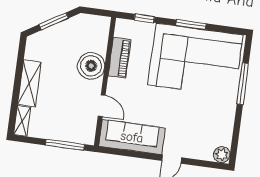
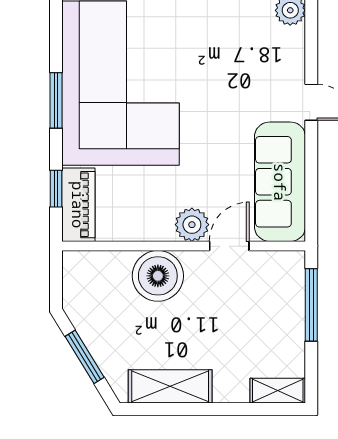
piano: (119, 58) -> (78, 205), moved, turned 90
shelving: (29, 83) -> (170, 386), moved
plant: (116, 87) -> (192, 225), added

